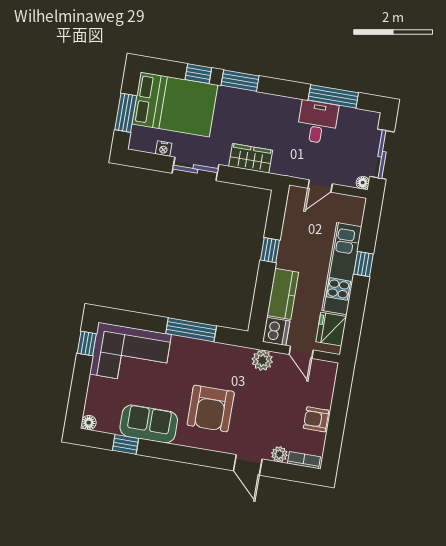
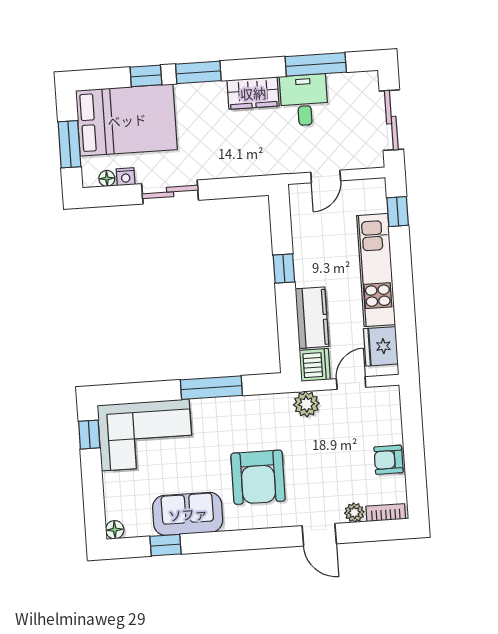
wardrobe: (251, 158) -> (253, 93), moved, turned 180
floor lamp: (363, 183) -> (107, 178), moved
window: (363, 264) -> (398, 212), moved
door: (301, 352) -> (351, 383), swing flipped

